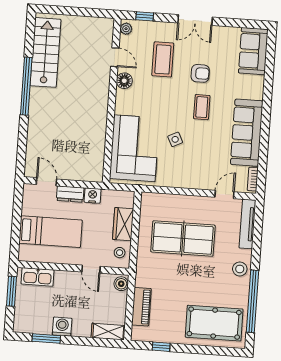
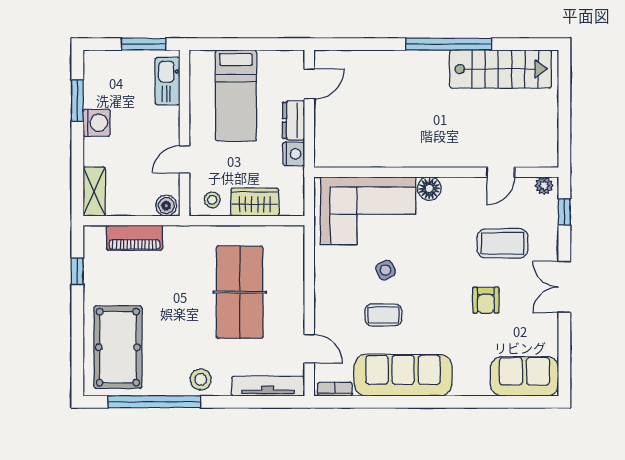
floor lamp: (124, 81) -> (429, 189), moved
coffee table: (202, 107) -> (383, 315), moved

